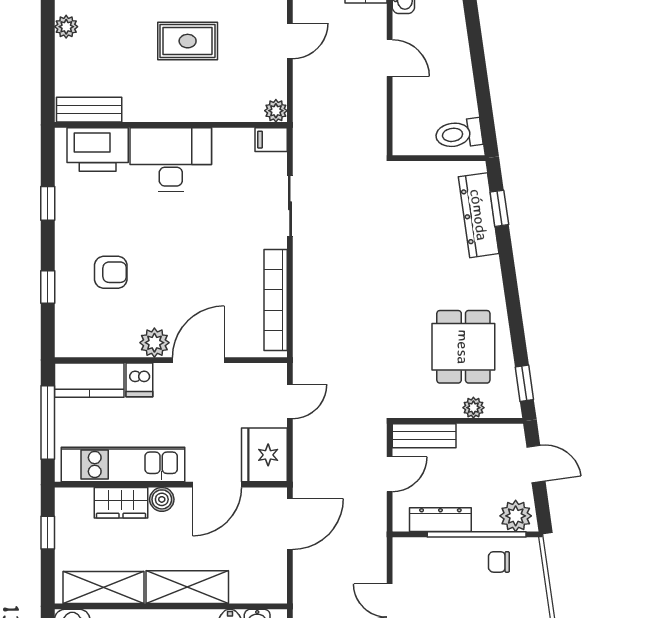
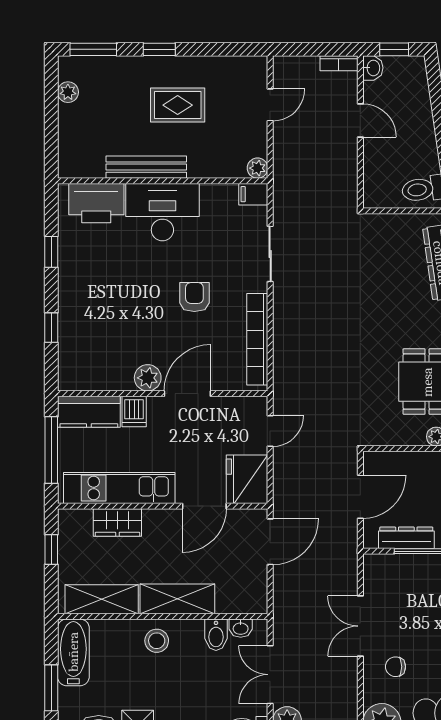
bench: (89, 110) -> (146, 167), moved, width x1.36
armchair: (111, 272) -> (194, 297), moved, turned -90
bench: (424, 436) -> (392, 462), removed
door: (390, 474) -> (360, 497), width x1.37
boiler: (162, 499) -> (154, 520), removed

